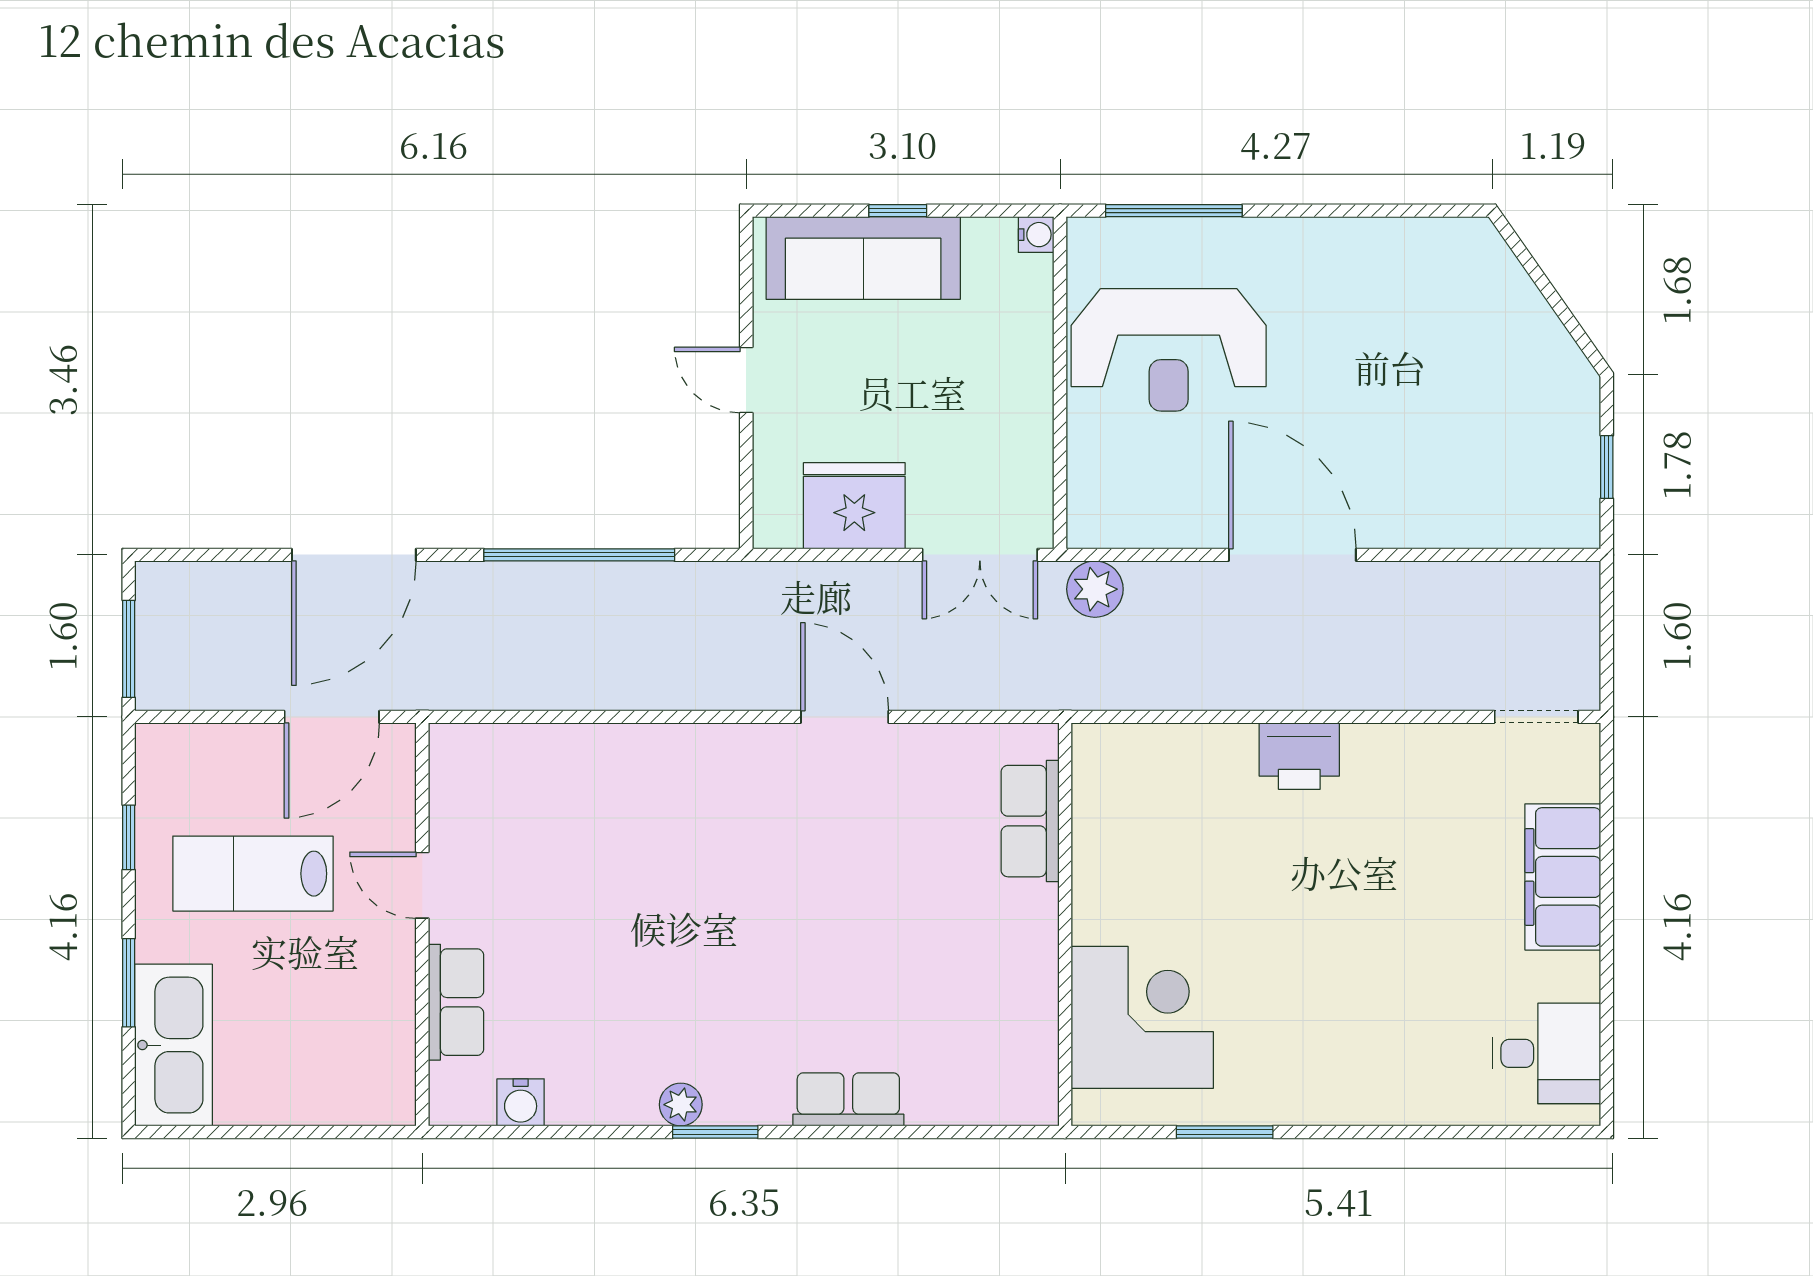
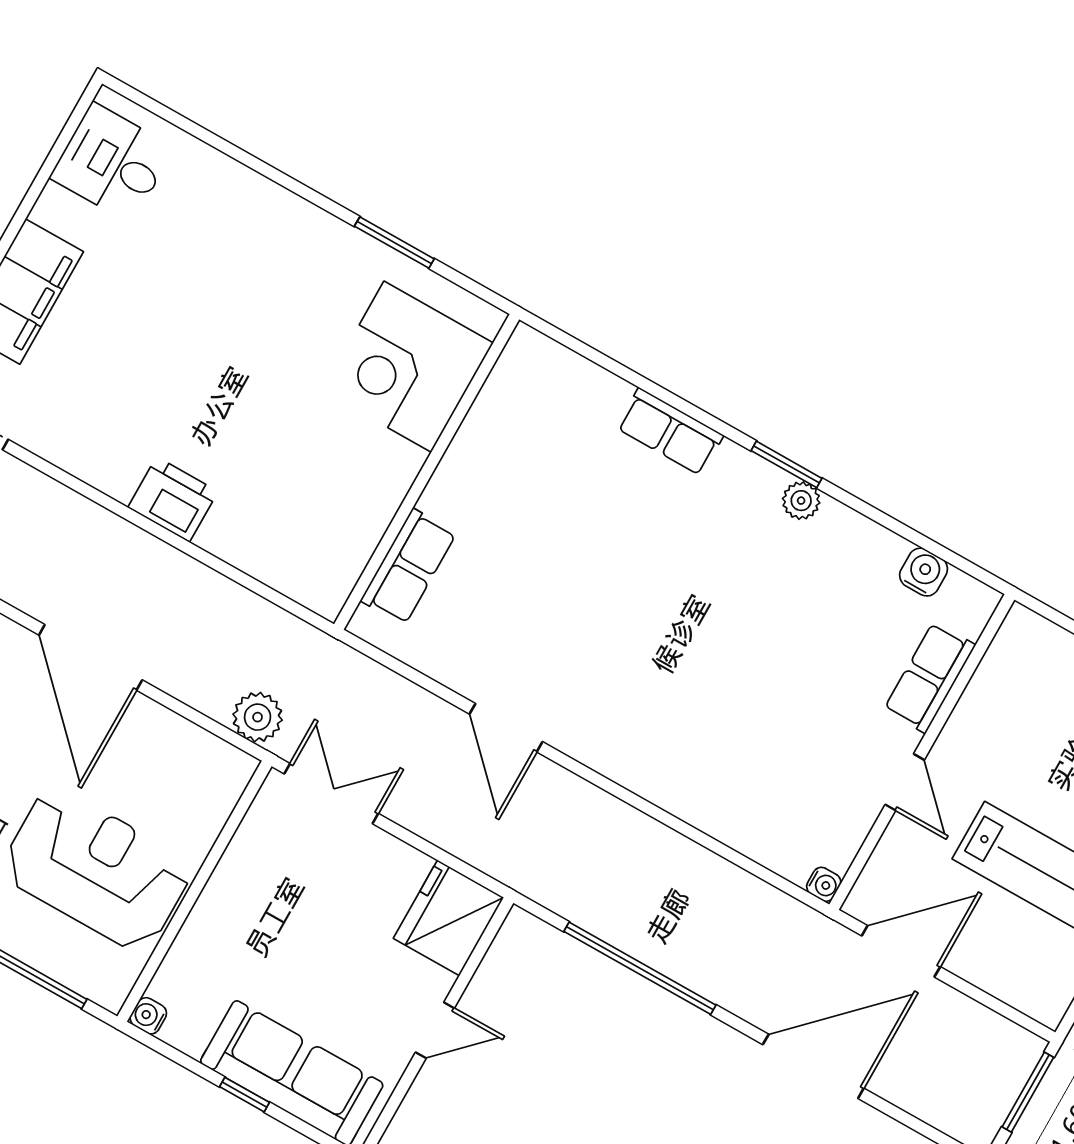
door: (746, 380) -> (435, 1030), hinge flipped
fridge: (854, 506) -> (449, 918), moved, turned 90
water cooler: (445, 740) -> (824, 884), added

